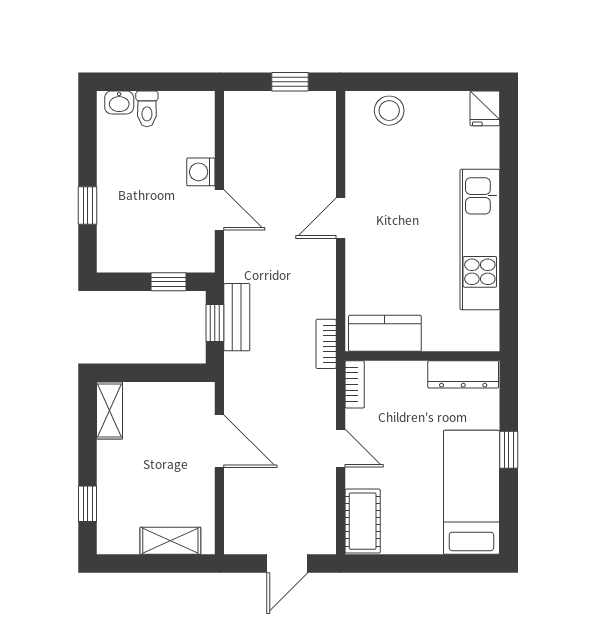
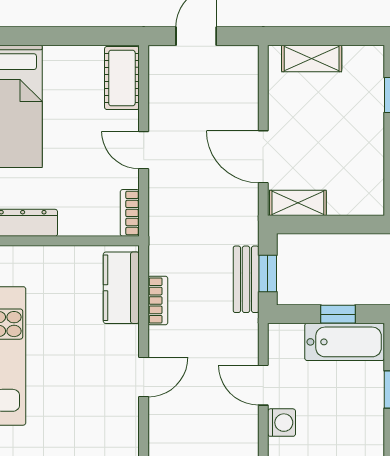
bathtub: (137, 254) -> (345, 342), added
window: (169, 282) -> (338, 314), moved
kitchen counter: (385, 333) -> (121, 288), moved, turned 90
bookcase: (326, 344) -> (158, 300), moved
shelving: (110, 410) -> (298, 203), moved, turned 90

